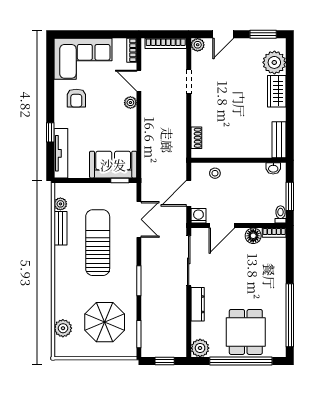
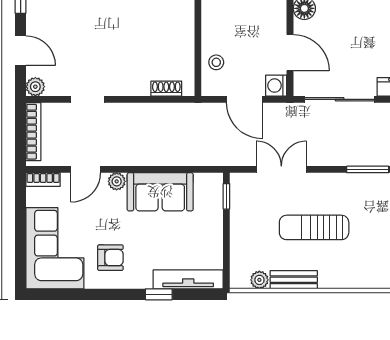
sofa: (113, 165) -> (160, 192), moved, turned -90
sun lounger: (98, 243) -> (314, 227), width x0.73, depth x0.75

